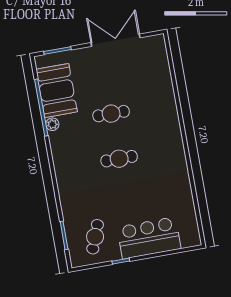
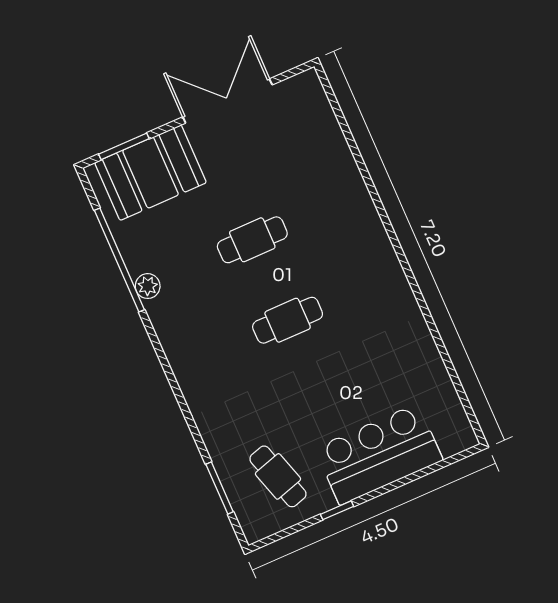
booth: (57, 91) -> (151, 173), moved, turned 90
cafe table: (95, 237) -> (278, 476), turned -38

